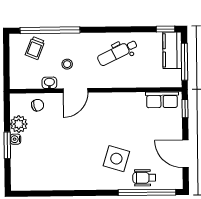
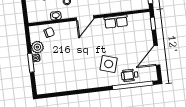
door: (75, 91) -> (85, 18), moved
row of seats: (162, 100) -> (116, 22), moved
door: (185, 154) -> (157, 55), hinge flipped

